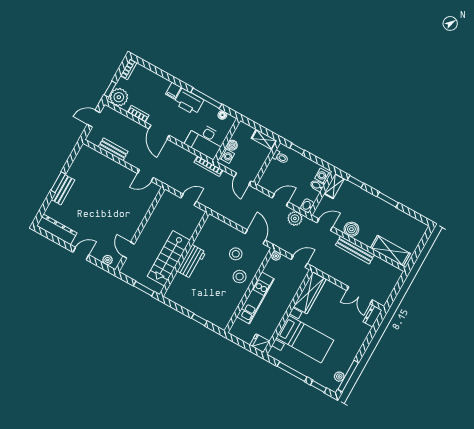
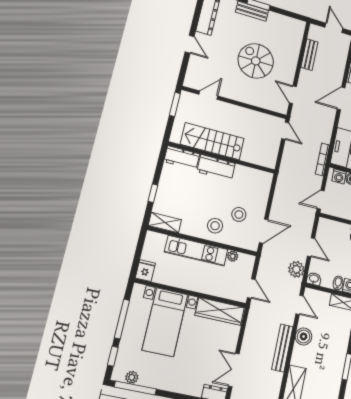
spiral stairs: (108, 200) -> (256, 61), added
door: (189, 200) -> (285, 131), moved
plant: (276, 256) -> (233, 256), moved
plant: (108, 260) -> (191, 75), removed
workbench: (176, 288) -> (182, 158), added
window: (144, 289) -> (175, 104), moved
shelving: (226, 317) -> (165, 223), added

